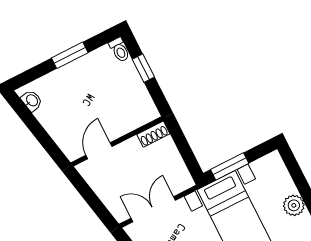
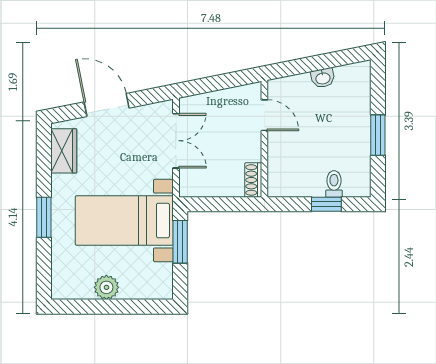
toilet: (119, 50) -> (334, 184), moved, turned 90
washbasin: (32, 101) -> (323, 78), moved

